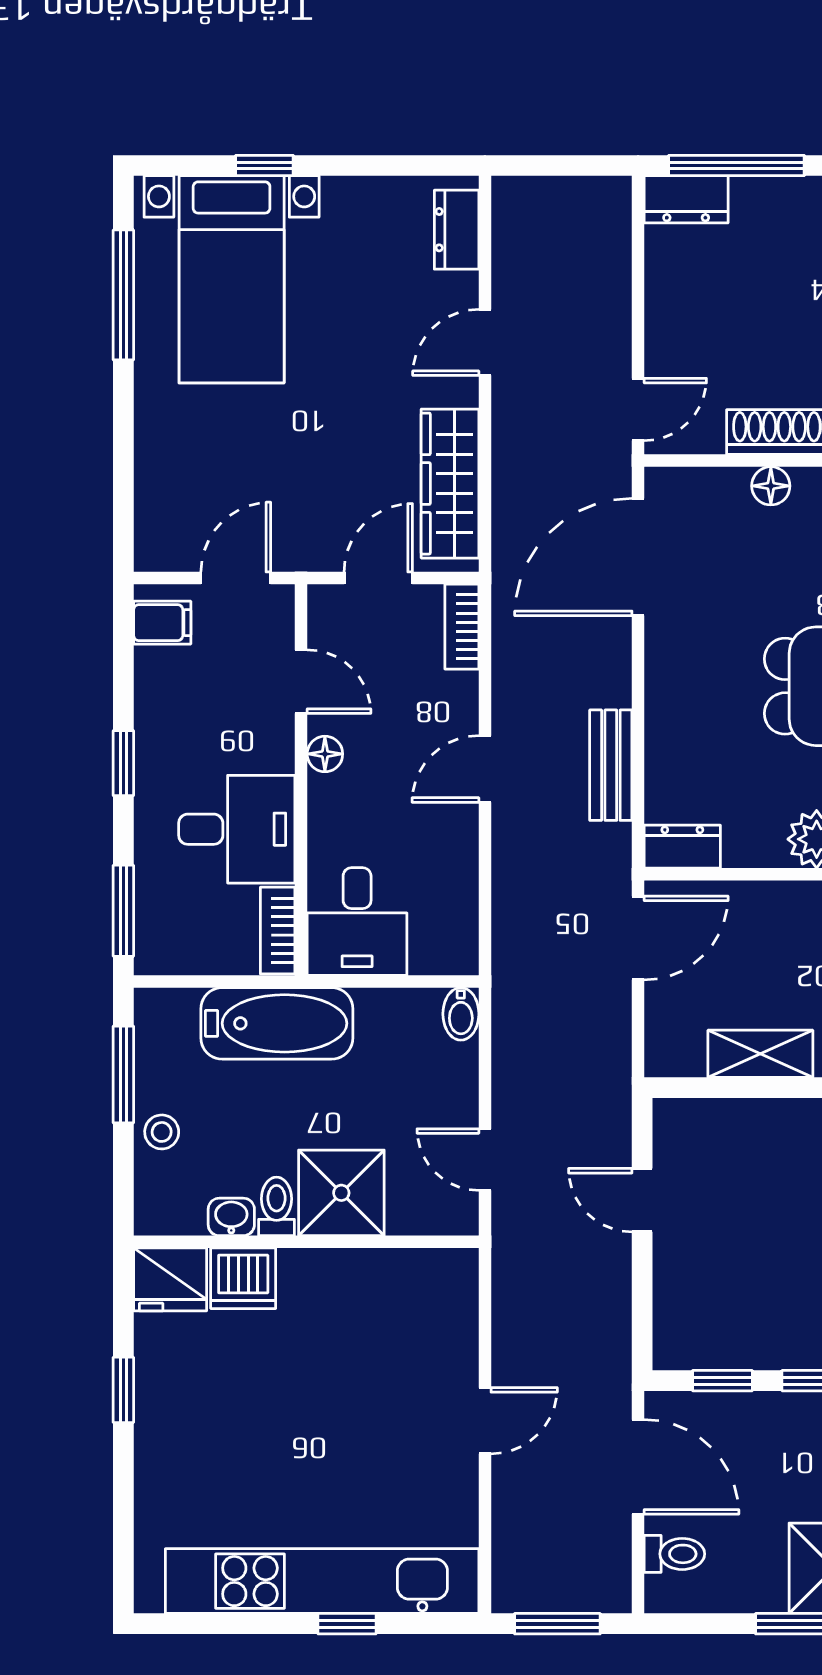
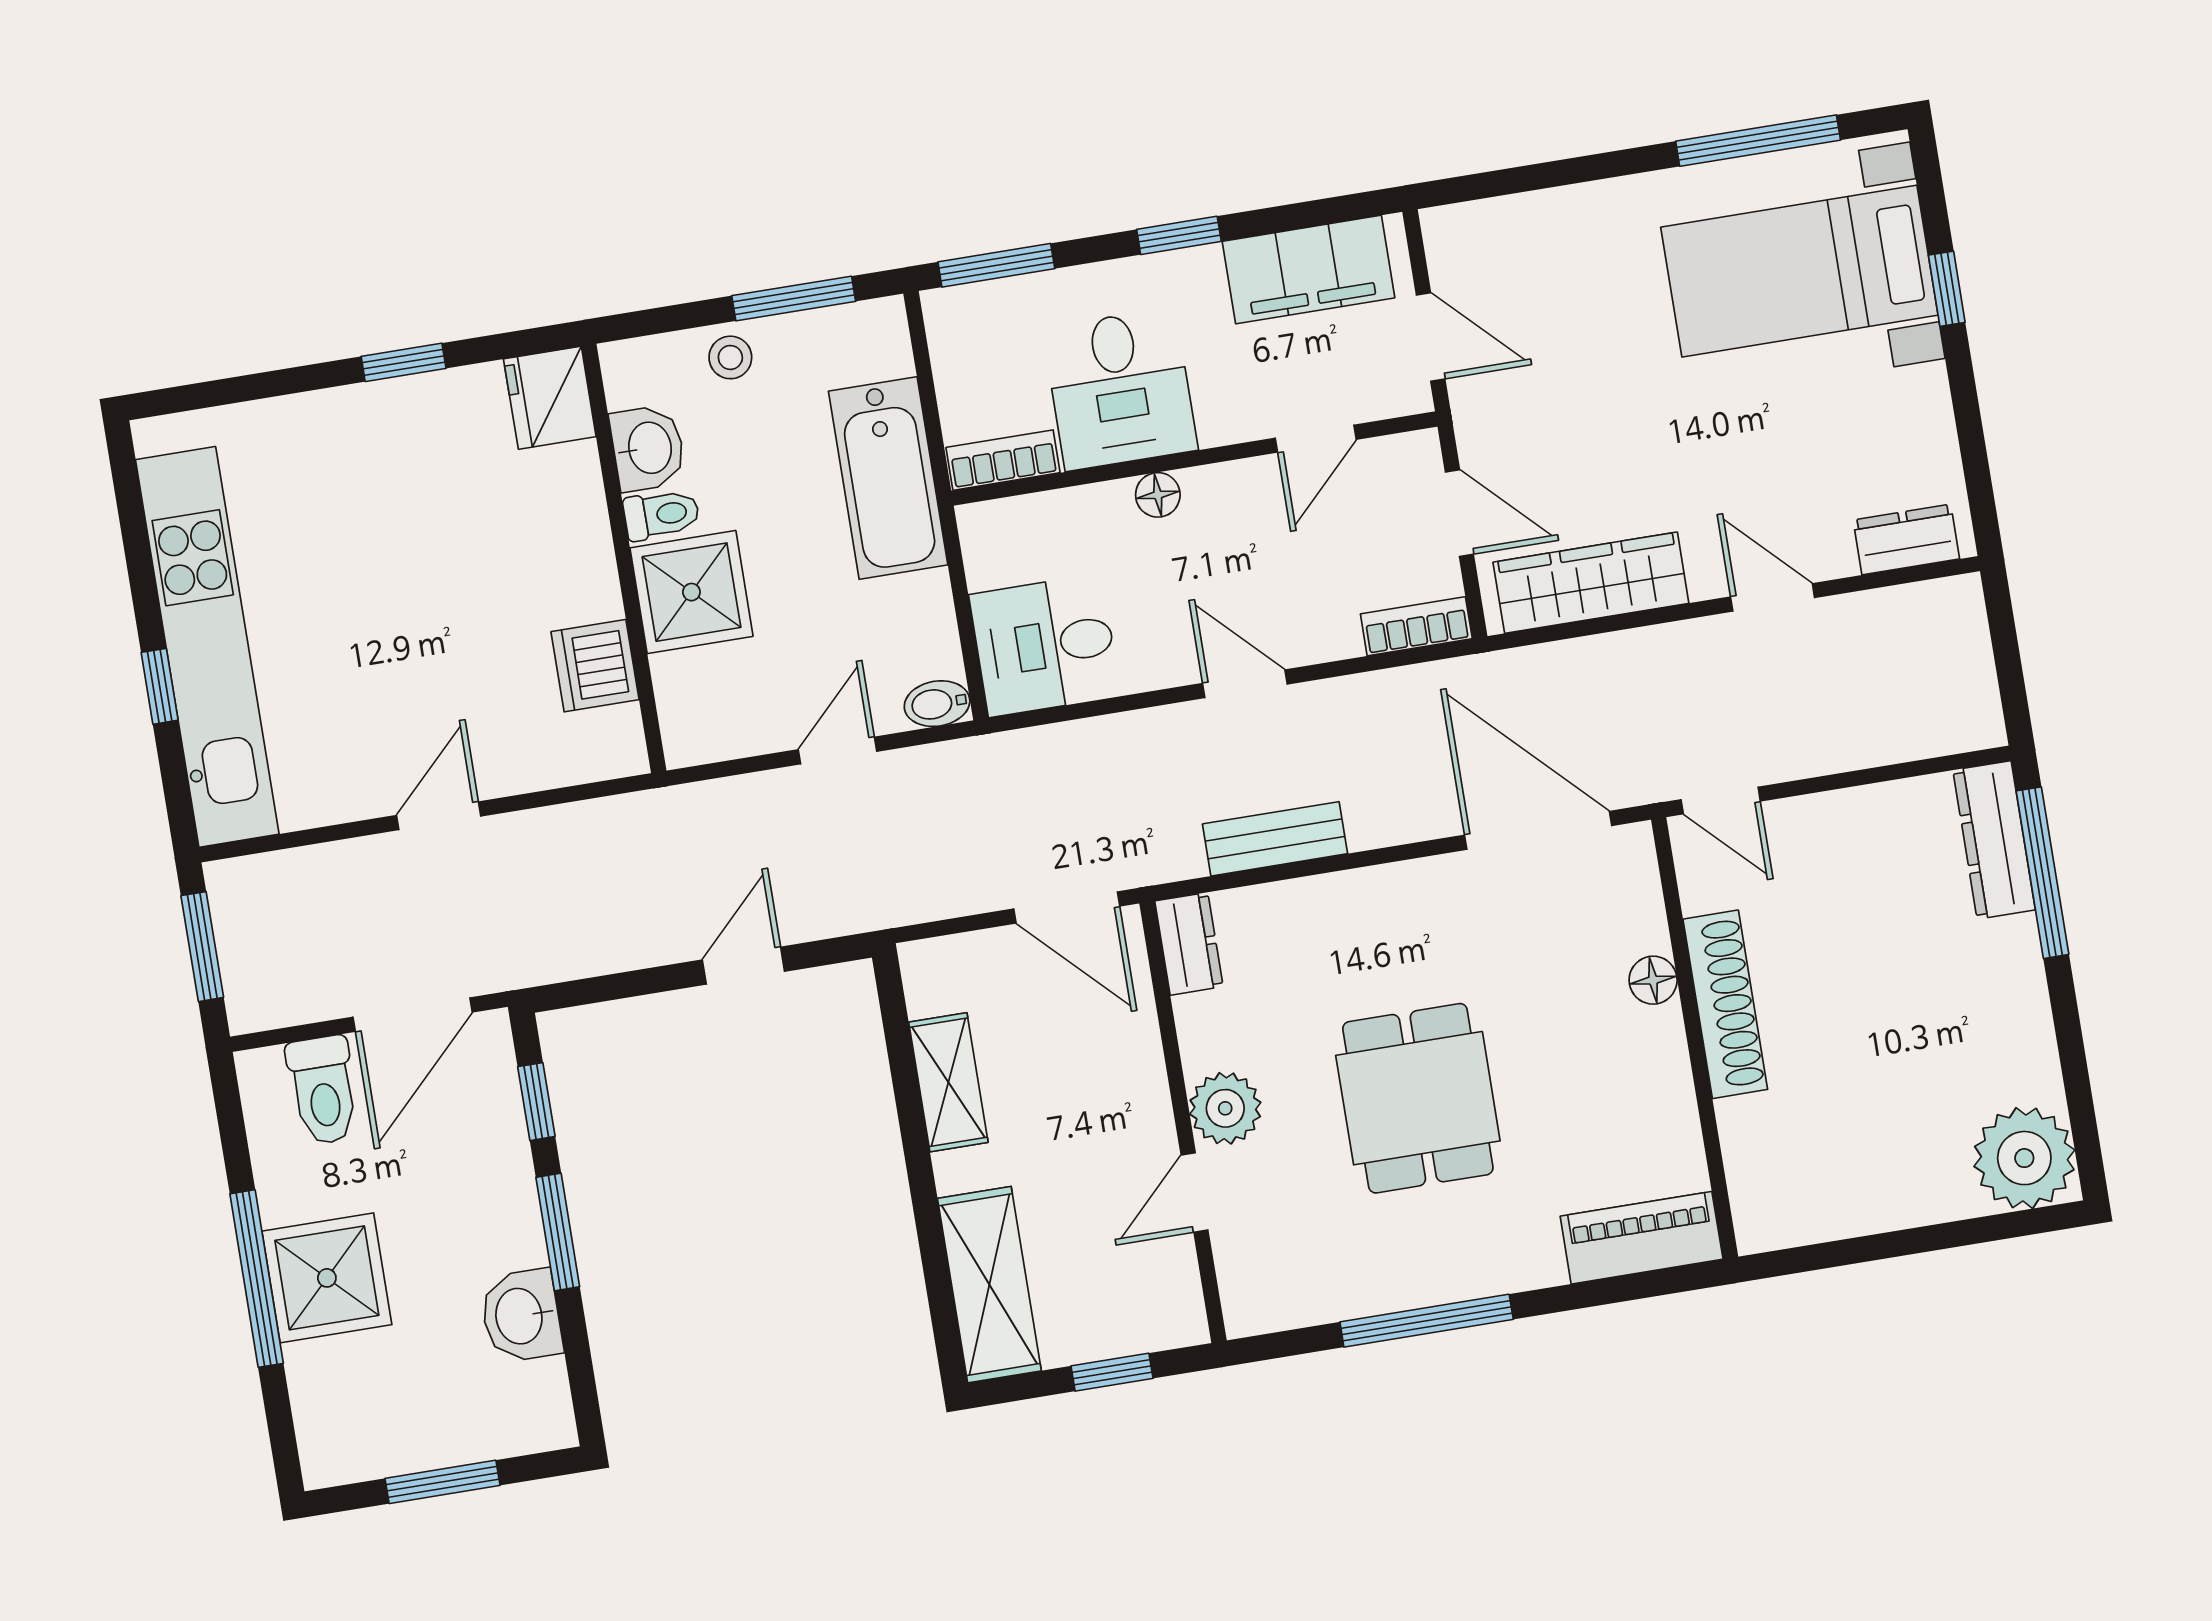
dresser: (686, 199) -> (1994, 840), width x1.44
filing cabinet: (162, 623) -> (1308, 270), width x3.00, depth x1.17
floor lamp: (325, 754) -> (1158, 495), moved
desk: (357, 921) -> (1045, 645), moved
door: (485, 1160) -> (838, 750), moved
washbasin: (231, 1217) -> (648, 448), width x1.38, depth x1.45
dishwasher: (243, 1278) -> (595, 666), moved
door: (485, 1421) -> (439, 816), swing flipped
toilet: (674, 1554) -> (323, 1090), width x1.37, depth x1.39

